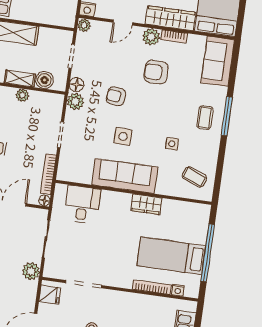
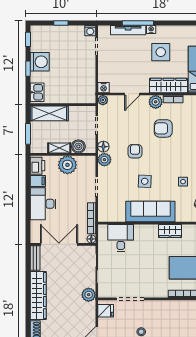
plant: (22, 95) -> (67, 165), width x1.87, depth x1.87
armchair: (116, 96) -> (135, 151), turned 84

